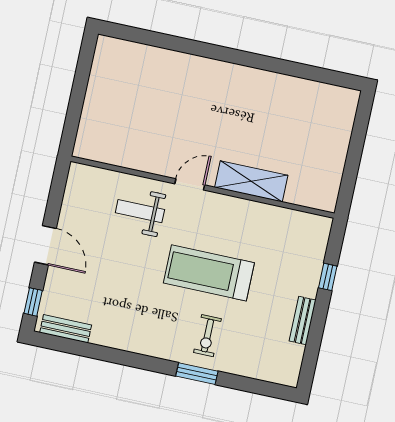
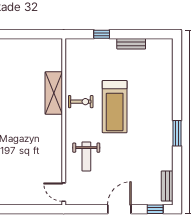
door: (190, 184) -> (64, 192), moved
exercise bike: (207, 336) -> (81, 102), moved
window: (197, 374) -> (177, 133), moved

